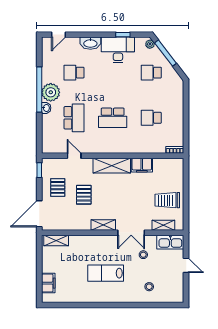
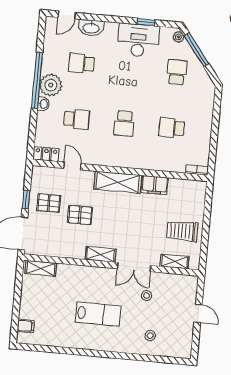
washbasin: (90, 43) -> (91, 28), moved
school desk: (151, 73) -> (177, 72), turned 90
school desk: (74, 118) -> (77, 119), width x0.54
school desk: (113, 118) -> (124, 123), width x0.54
locker: (52, 148) -> (46, 154), added
window: (39, 170) -> (26, 200), moved
pallet: (58, 187) -> (49, 203), turned 90
pallet: (84, 195) -> (80, 215), turned 90
kitchen sink: (170, 242) -> (181, 283), removed
lab bench: (106, 273) -> (98, 314), turned 180
filing cabinet: (48, 283) -> (26, 326), width x0.50

